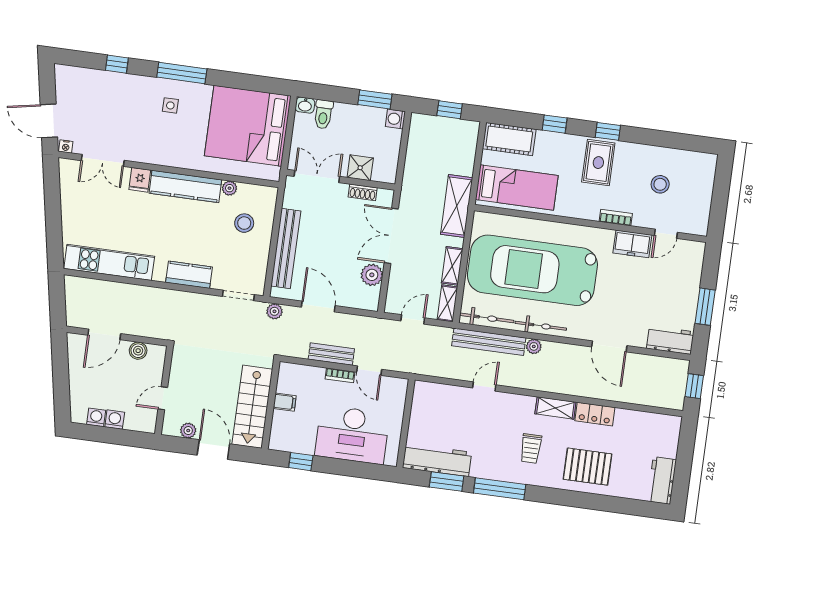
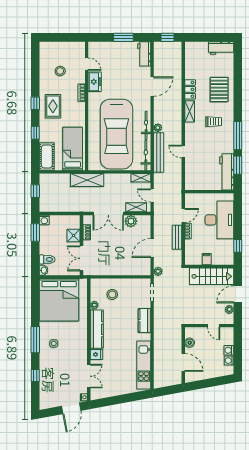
rug: (598, 163) -> (53, 106), turned 90
bench: (286, 248) -> (123, 270), removed
shelving: (452, 266) -> (136, 207), moved

